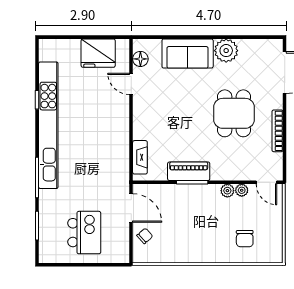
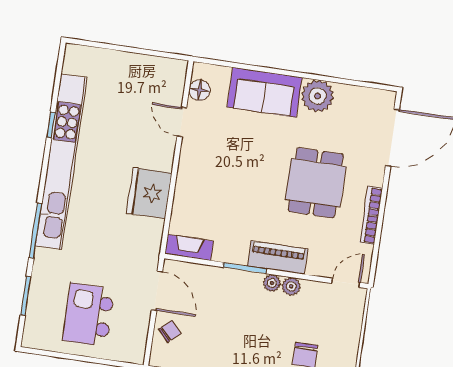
fridge: (98, 53) -> (149, 193), moved, turned 90
fireplace: (140, 157) -> (189, 247), moved, turned -90
piano: (189, 171) -> (278, 258), moved
door: (266, 182) -> (346, 283), swing flipped
plant: (242, 190) -> (272, 283), moved
kitchen island: (84, 233) -> (88, 315), turned 180

